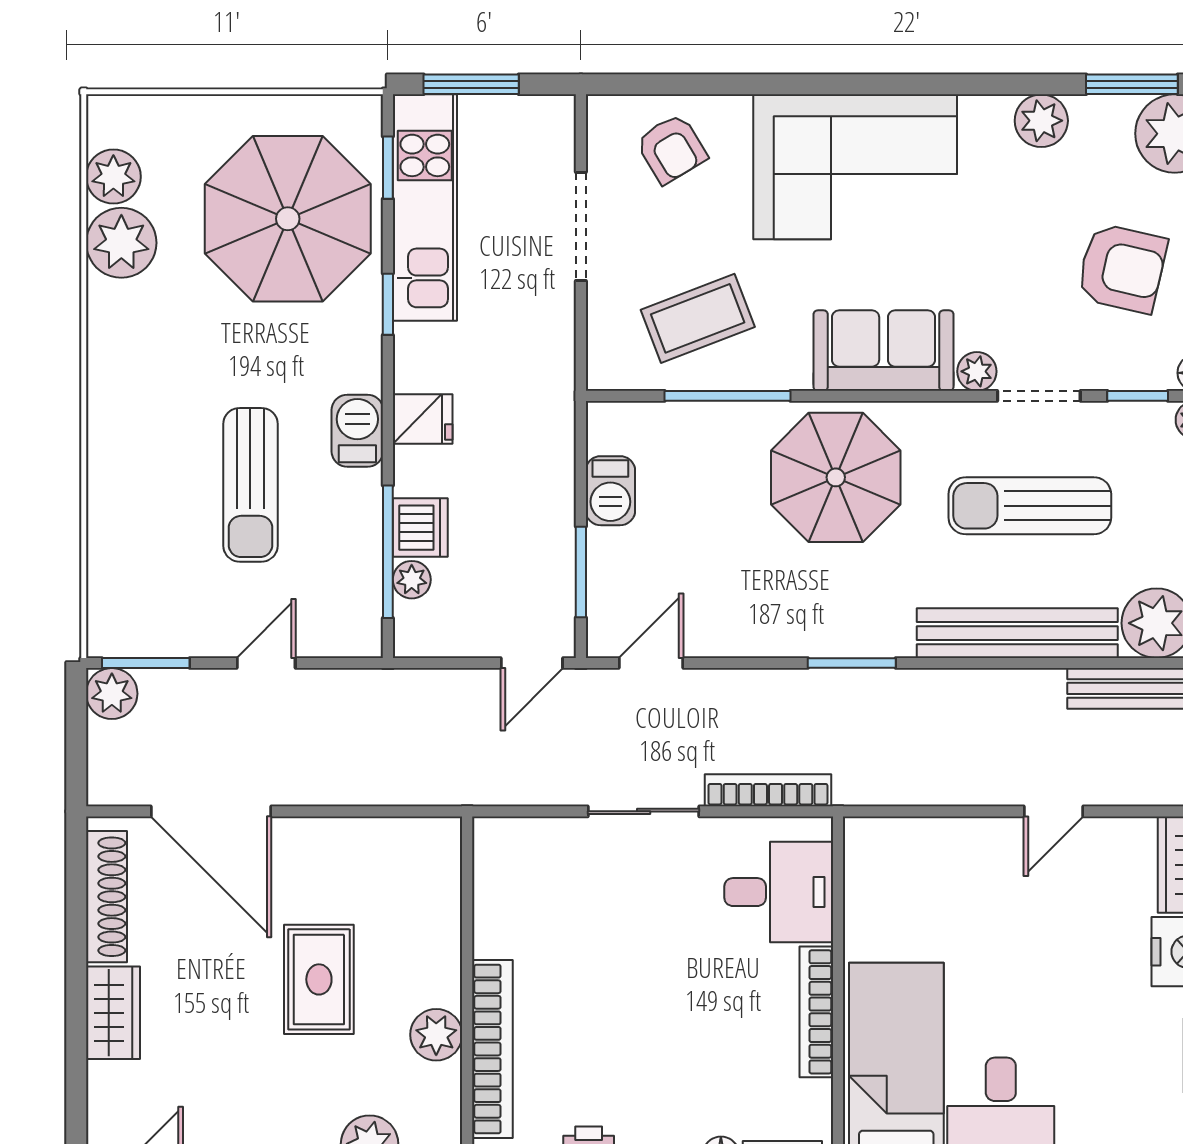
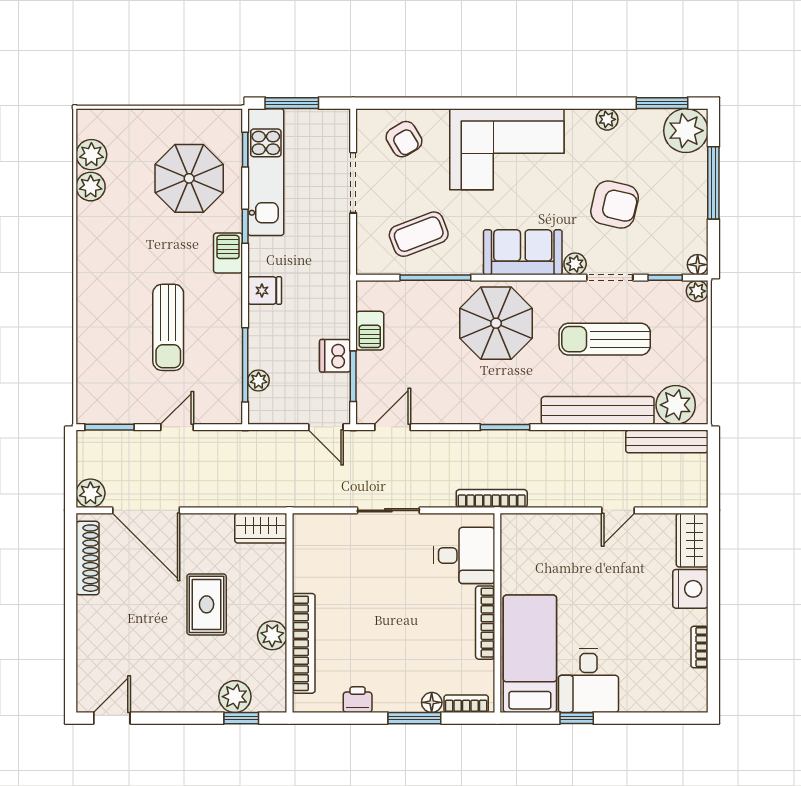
plant: (1041, 121) -> (607, 119), width x0.73, depth x0.73
parasol: (288, 219) -> (189, 178), width x0.73, depth x0.73
plant: (121, 243) -> (91, 187), width x0.73, depth x0.73
armchair: (1122, 268) -> (615, 205), moved
barbecue: (357, 431) -> (228, 253), moved
dishwasher: (420, 528) -> (335, 356), moved, turned 180
door: (532, 663) -> (326, 427), hinge flipped
plant: (112, 694) -> (90, 493), moved
bookcase: (768, 790) -> (492, 498), moved
wardrobe: (113, 1013) -> (261, 528), moved, turned 90

